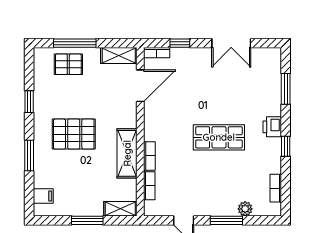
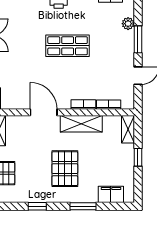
door: (140, 86) -> (44, 112), moved
shop shelf: (219, 137) -> (68, 46), turned 90
filing cabinet: (43, 196) -> (111, 194), width x2.00
window: (87, 220) -> (138, 157), width x0.67

